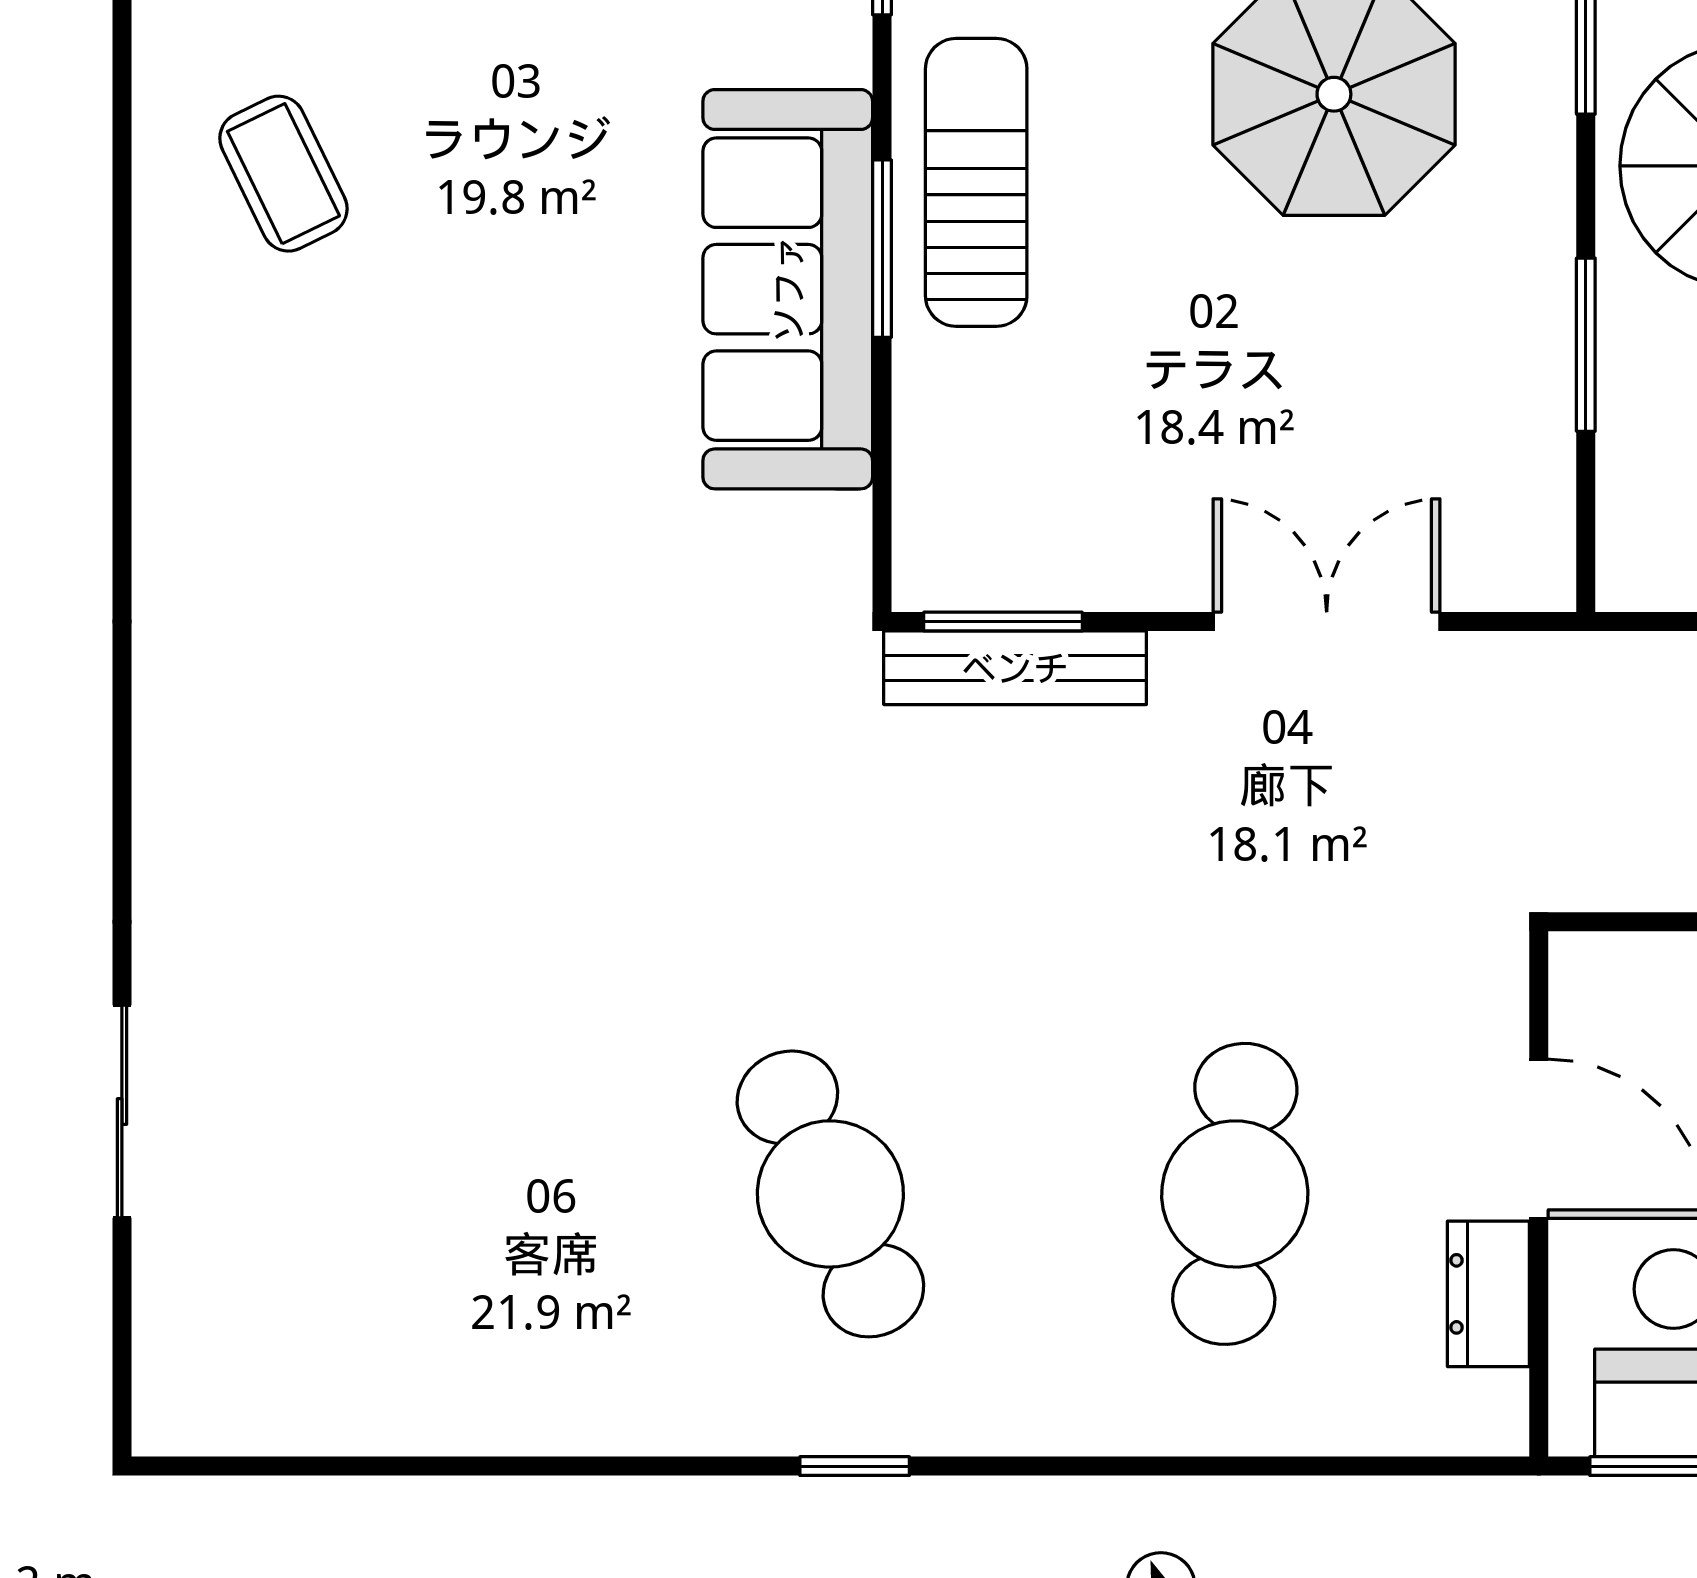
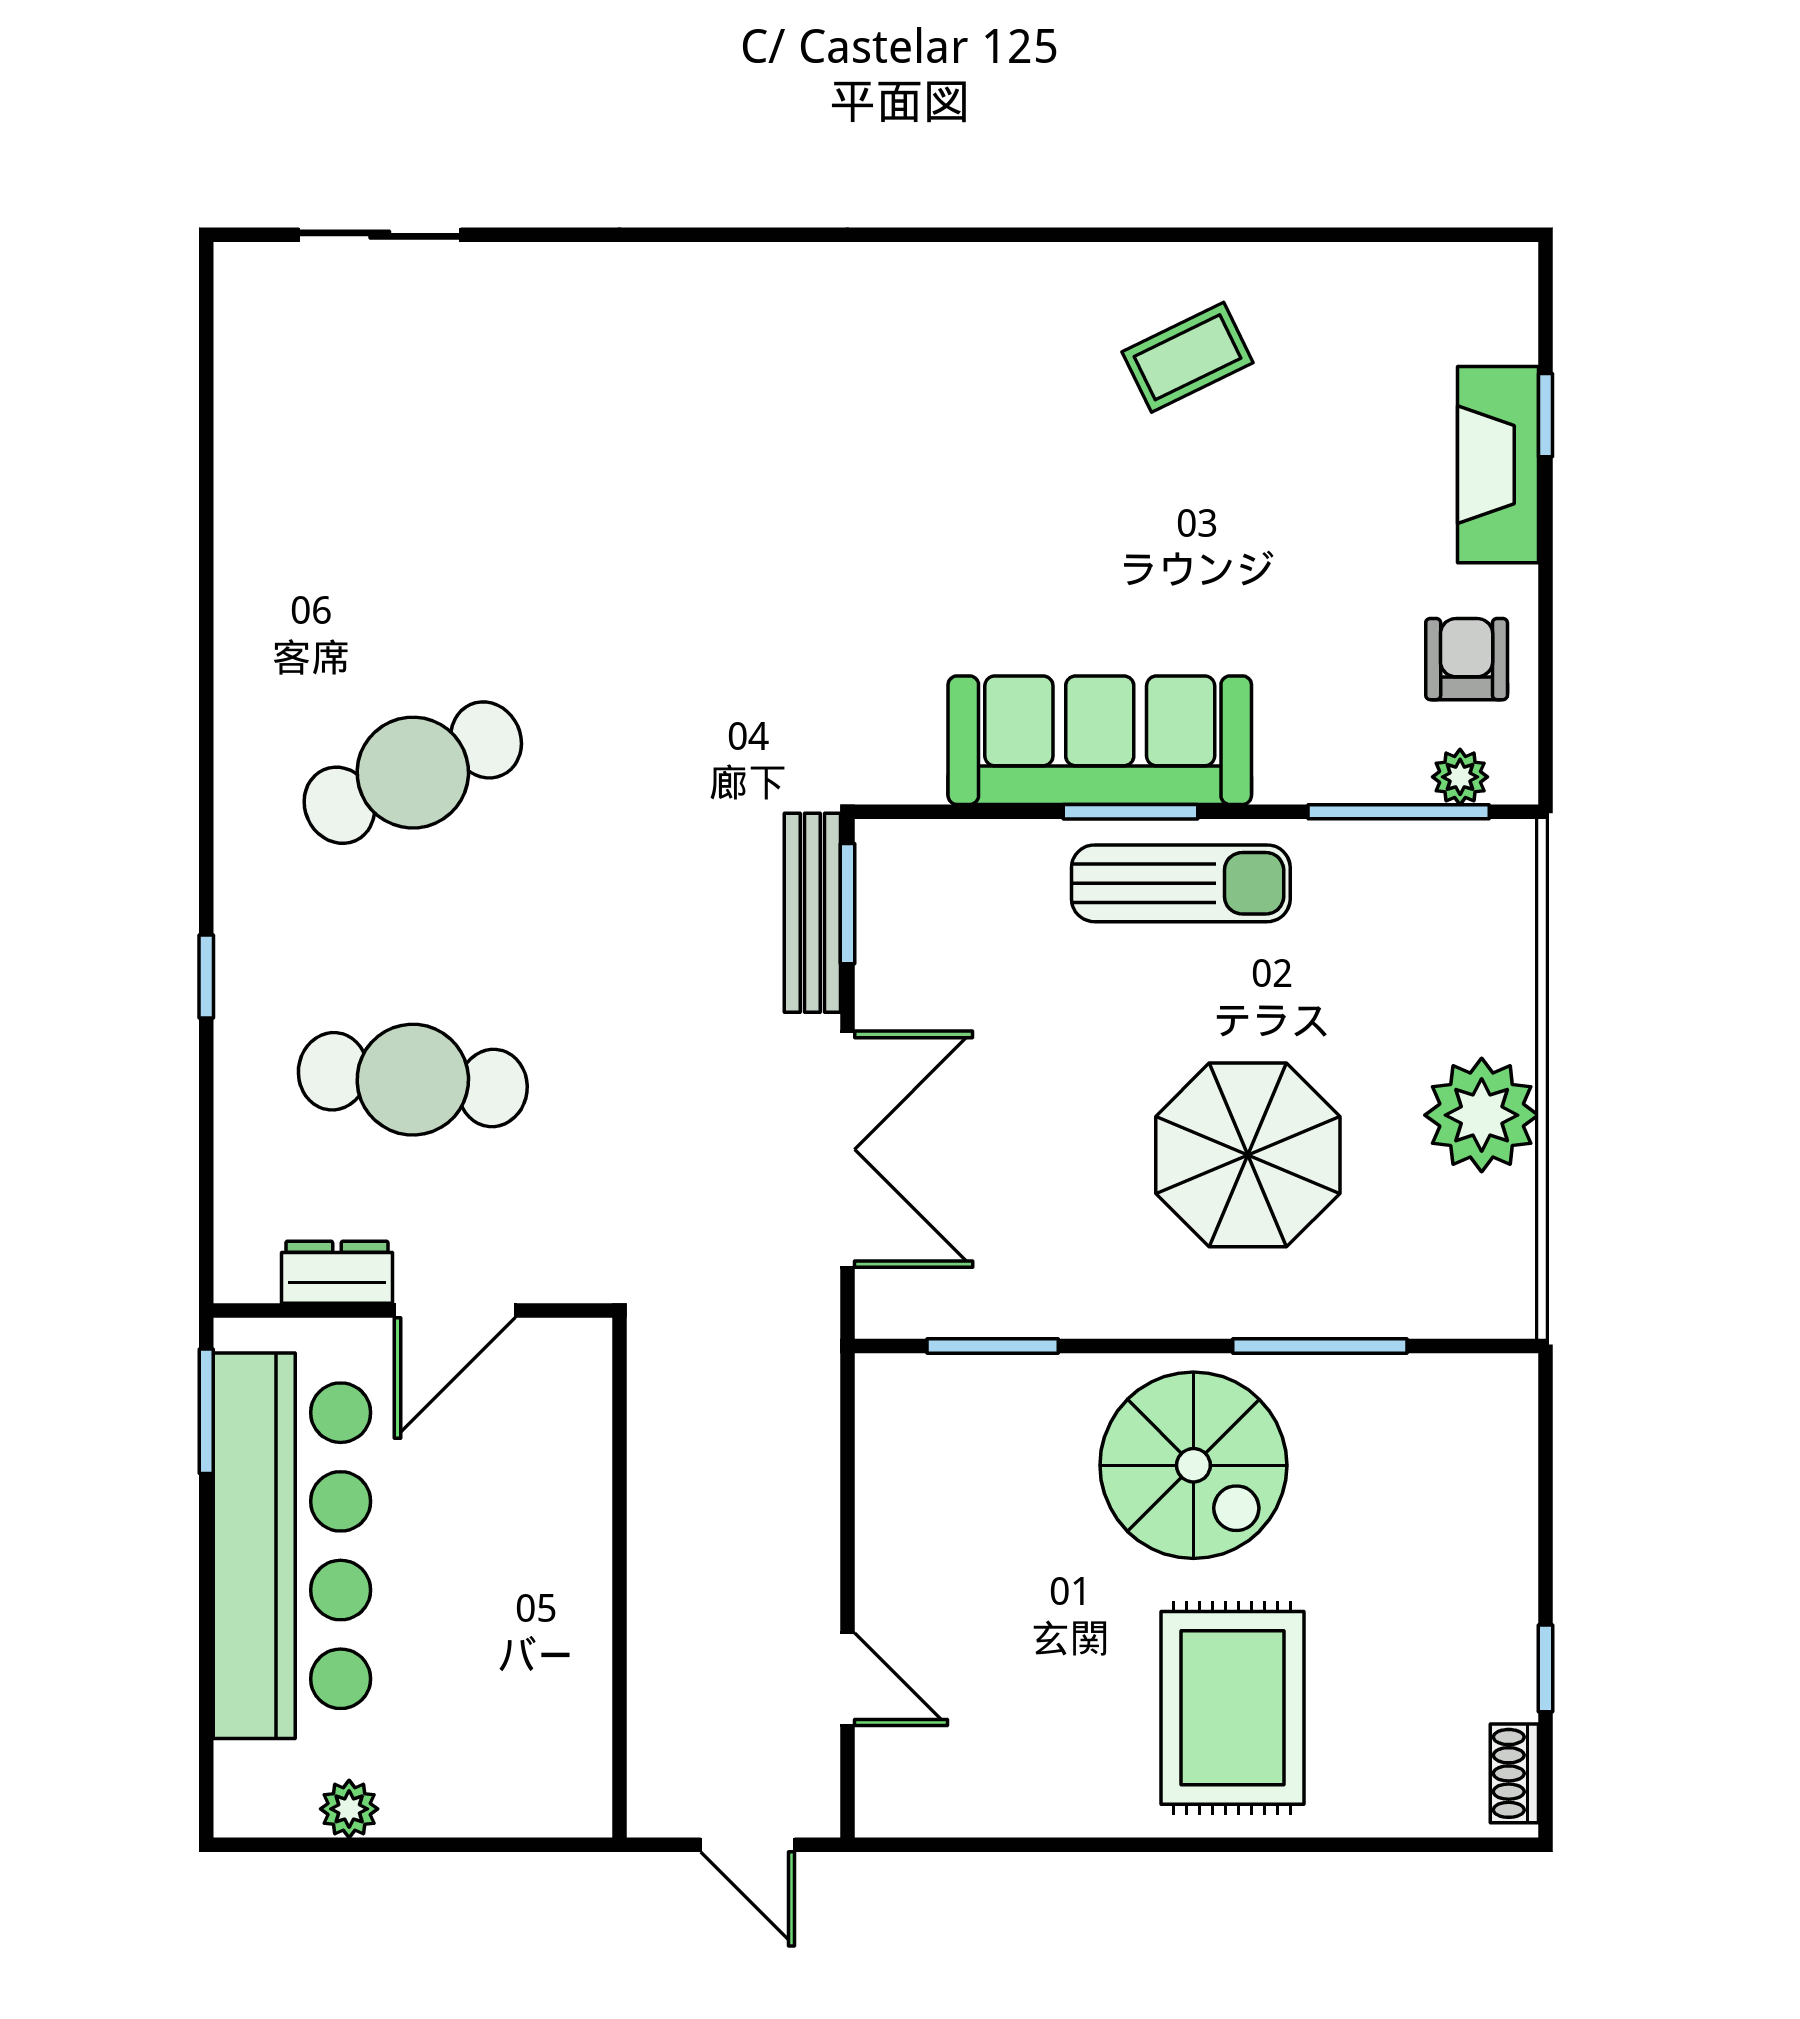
window: (1586, 345) -> (993, 1346), moved
double door: (1327, 622) -> (847, 1149), width x1.37
sliding door: (122, 1111) -> (380, 235), moved
window: (855, 1466) -> (206, 976), moved

